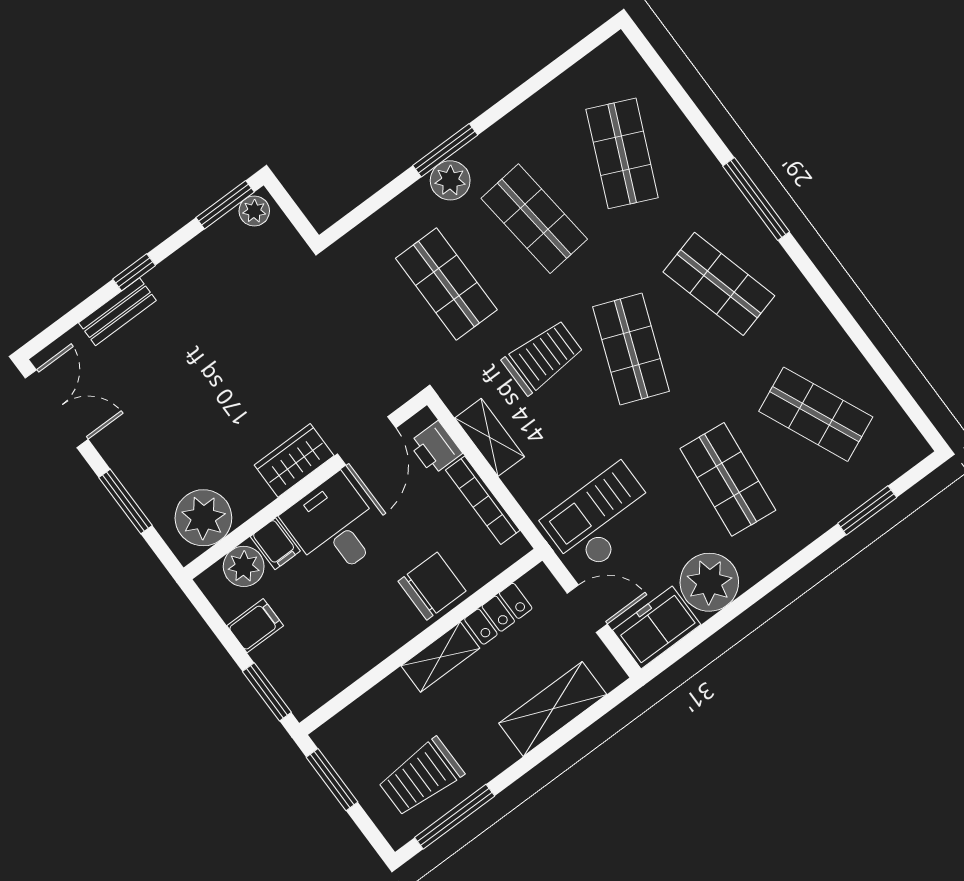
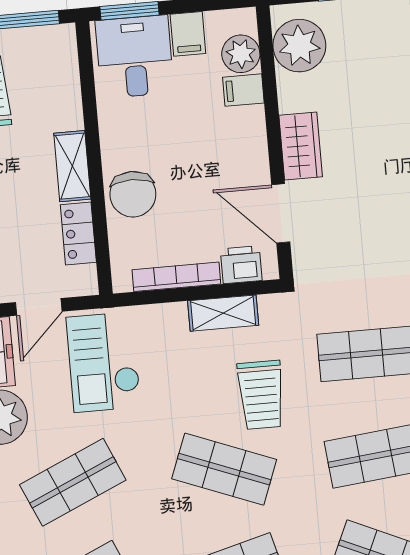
shop shelf: (728, 479) -> (73, 482), turned -30
checkout: (601, 519) -> (104, 362), turned 180
desk: (334, 526) -> (135, 57), moved, turned -90

